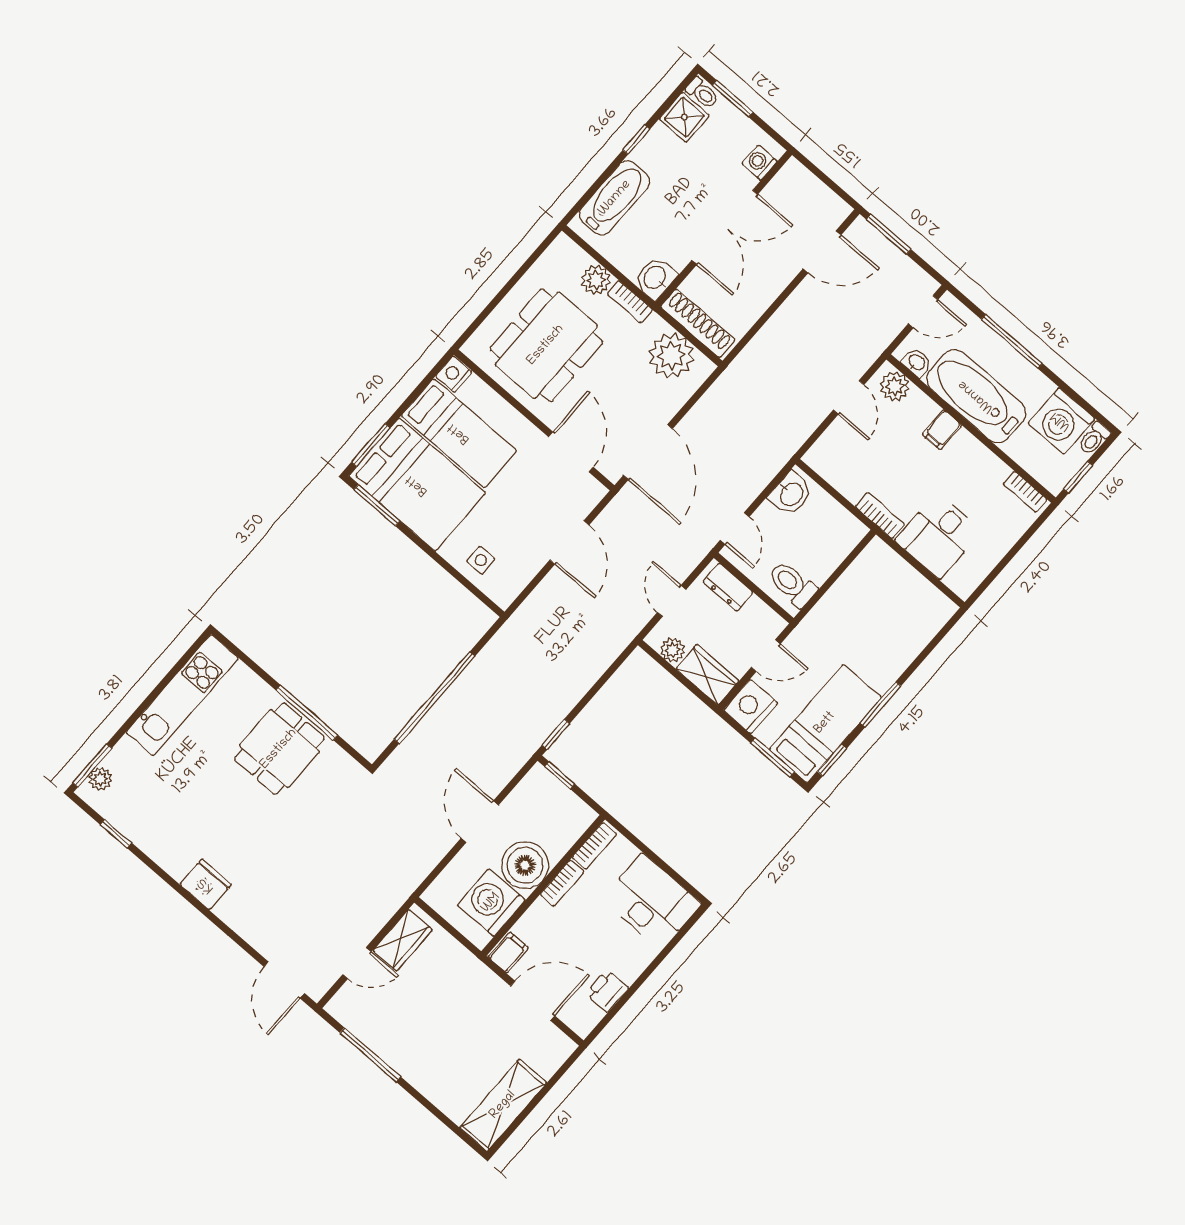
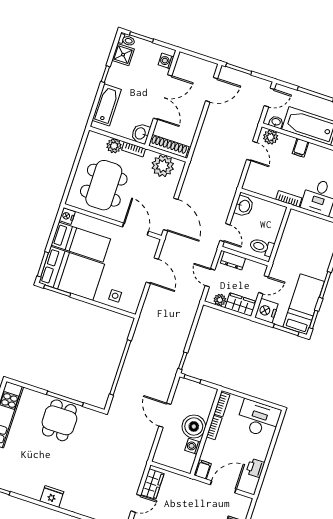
washing machine: (491, 903) -> (193, 446), width x0.53, depth x0.53

